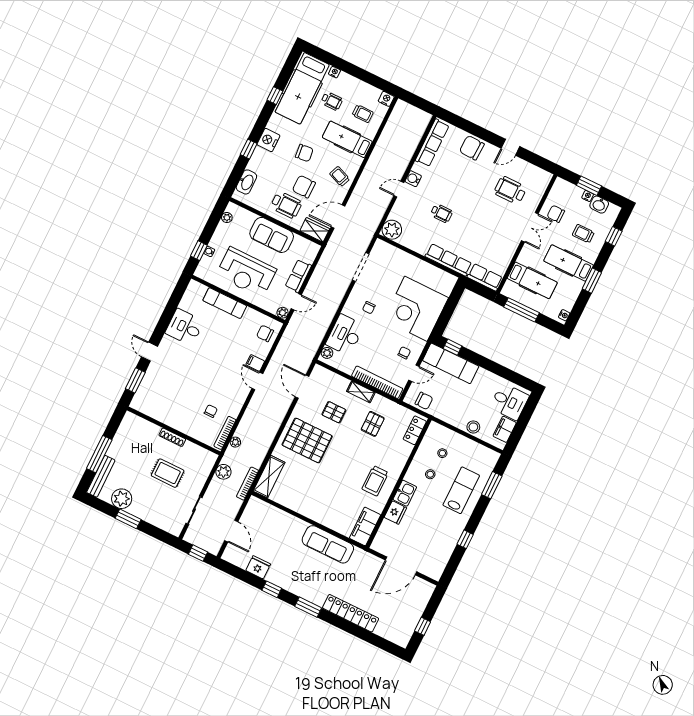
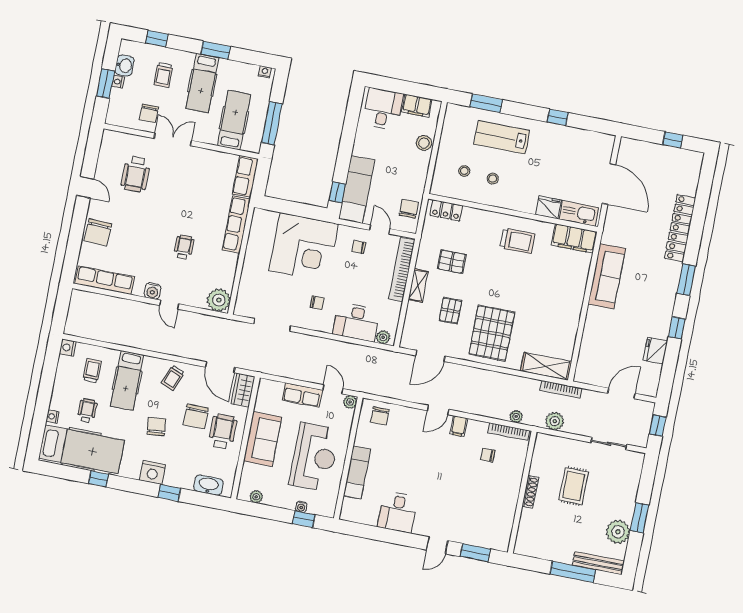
filing cabinet: (255, 363) -> (459, 426), moved
kitchen sink: (405, 493) -> (579, 213), moved, width x1.38

